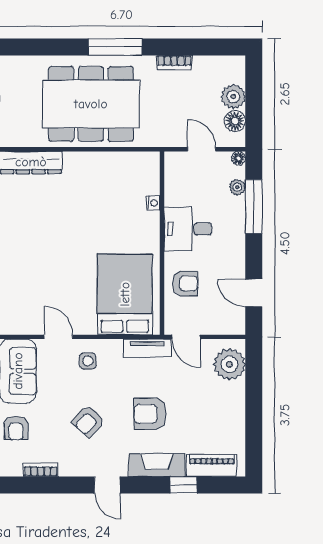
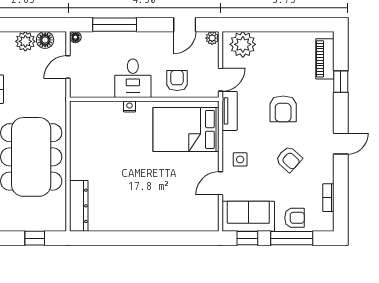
plant: (237, 187) -> (212, 38), moved
nightstand: (153, 203) -> (130, 106), moved
fireplace: (157, 465) -> (325, 103), removed

